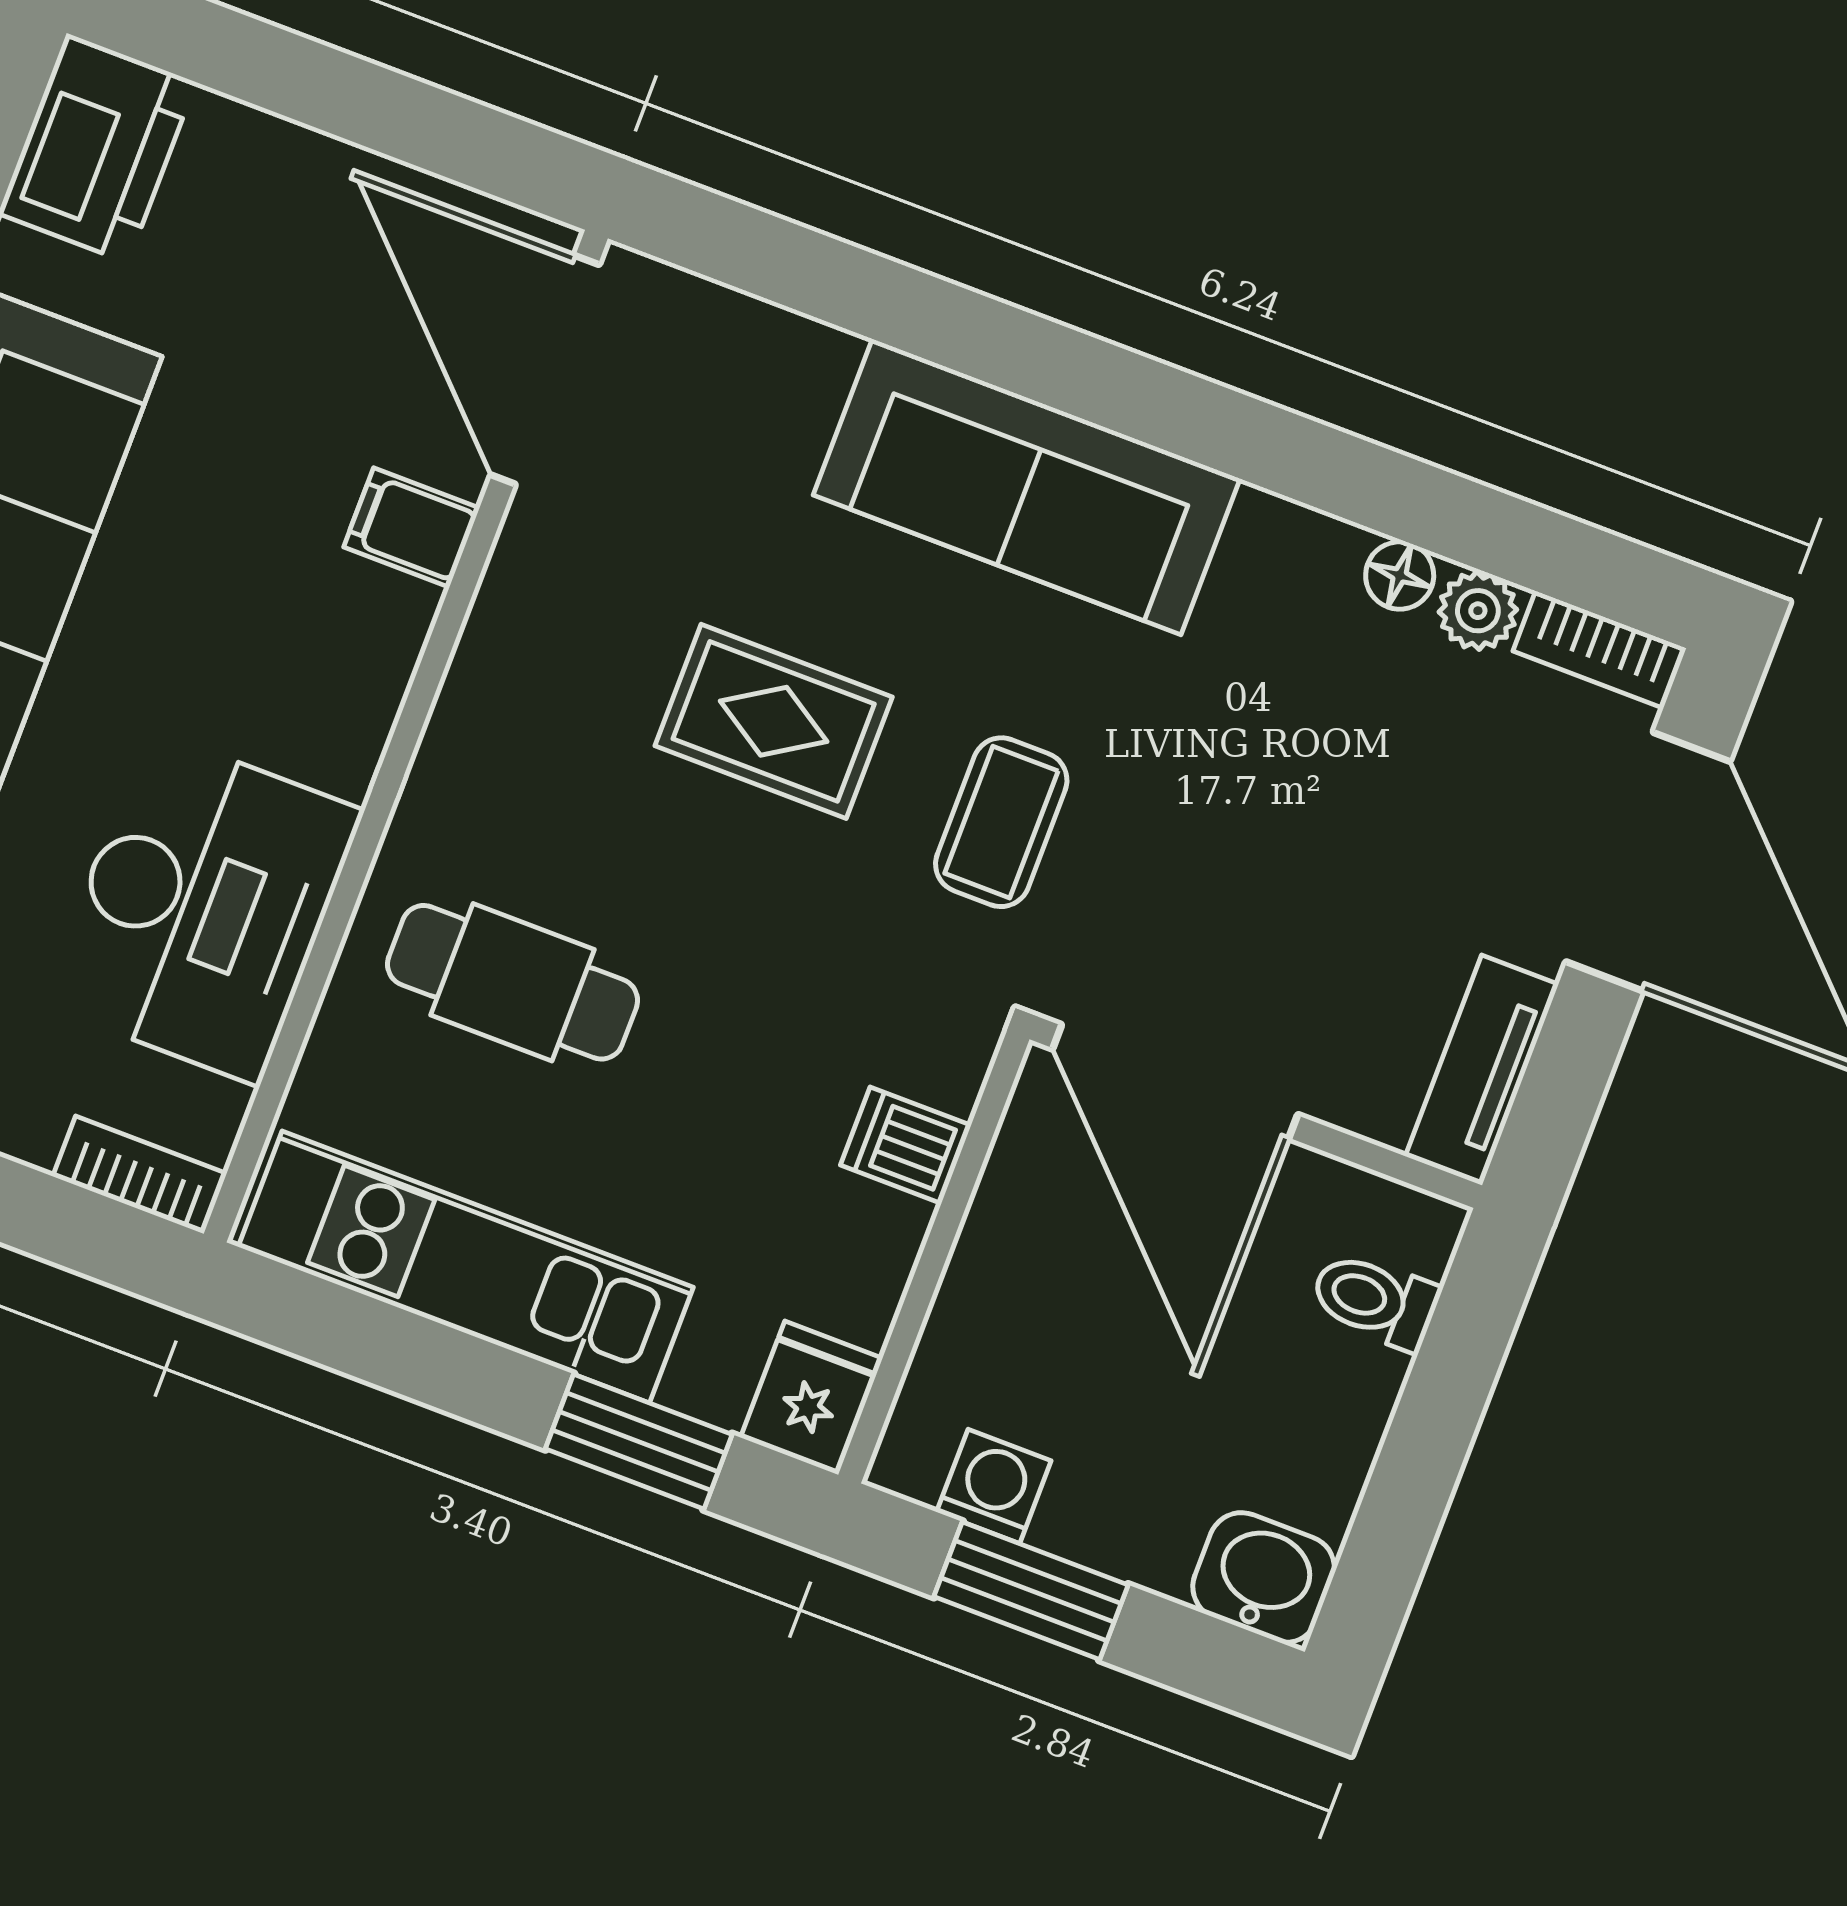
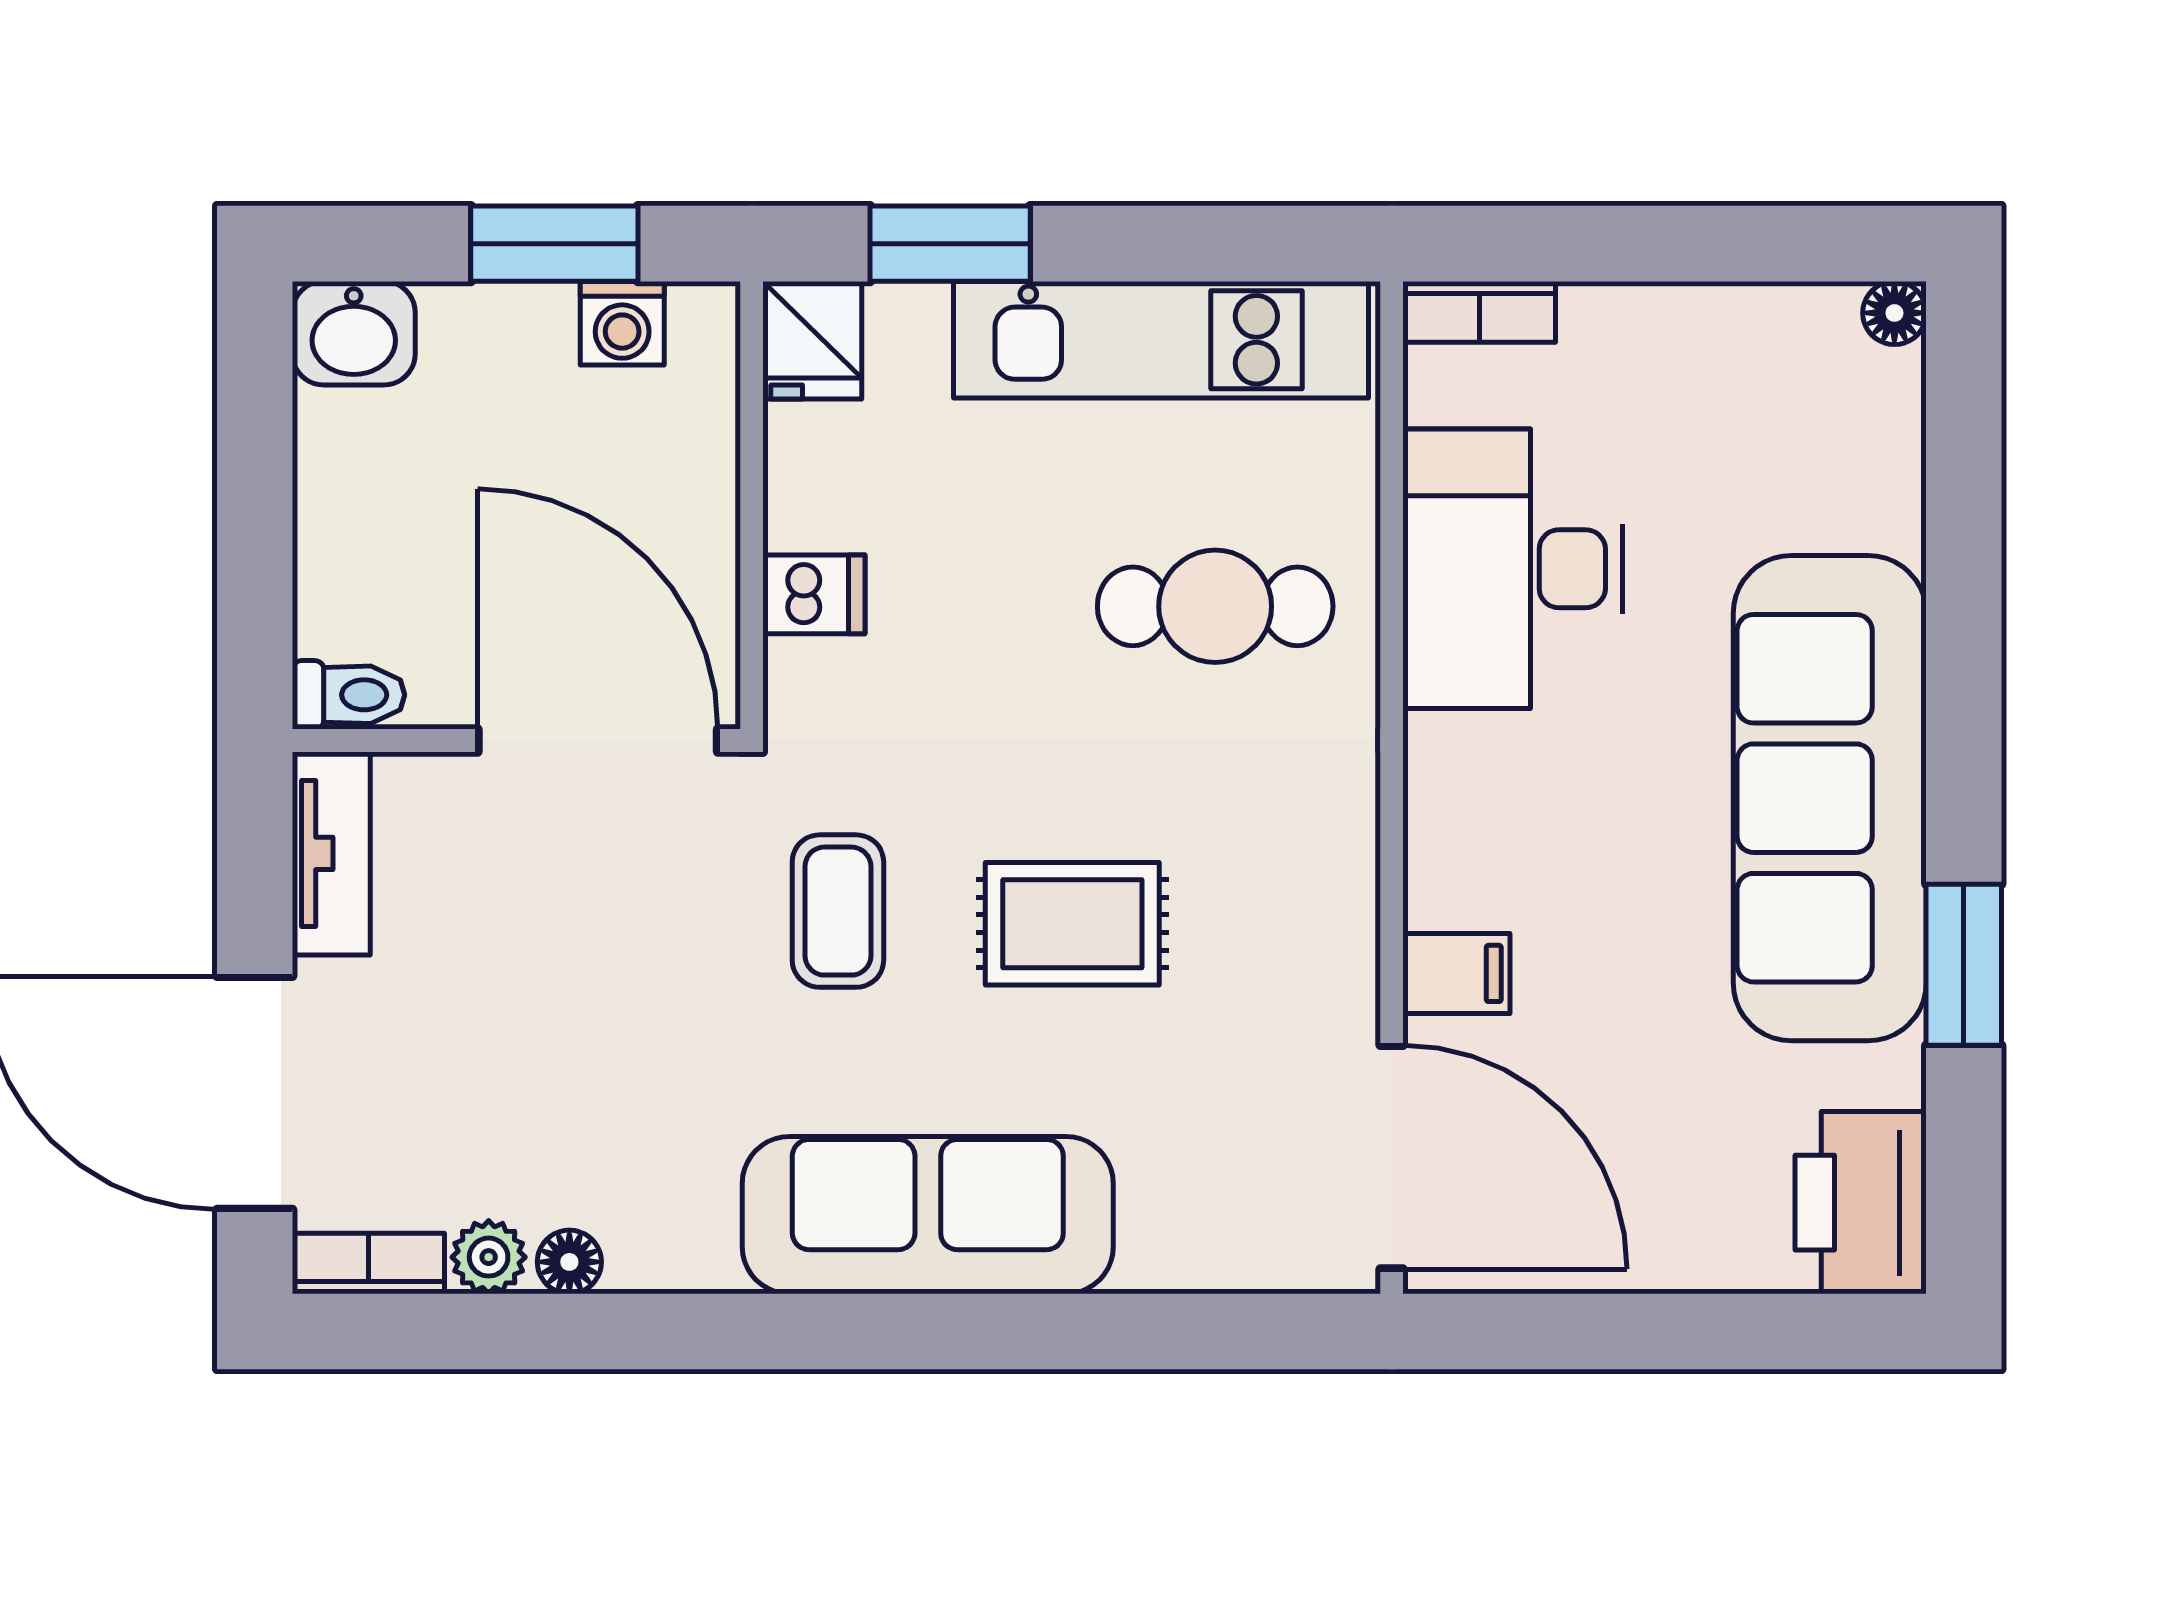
toilet: (1375, 1300) -> (348, 695), moved

